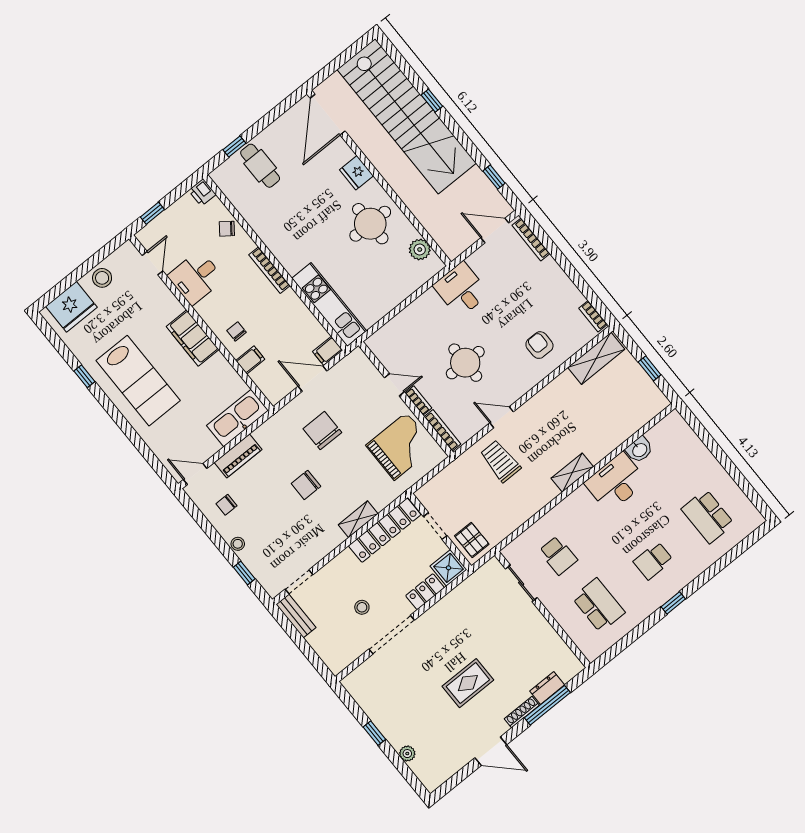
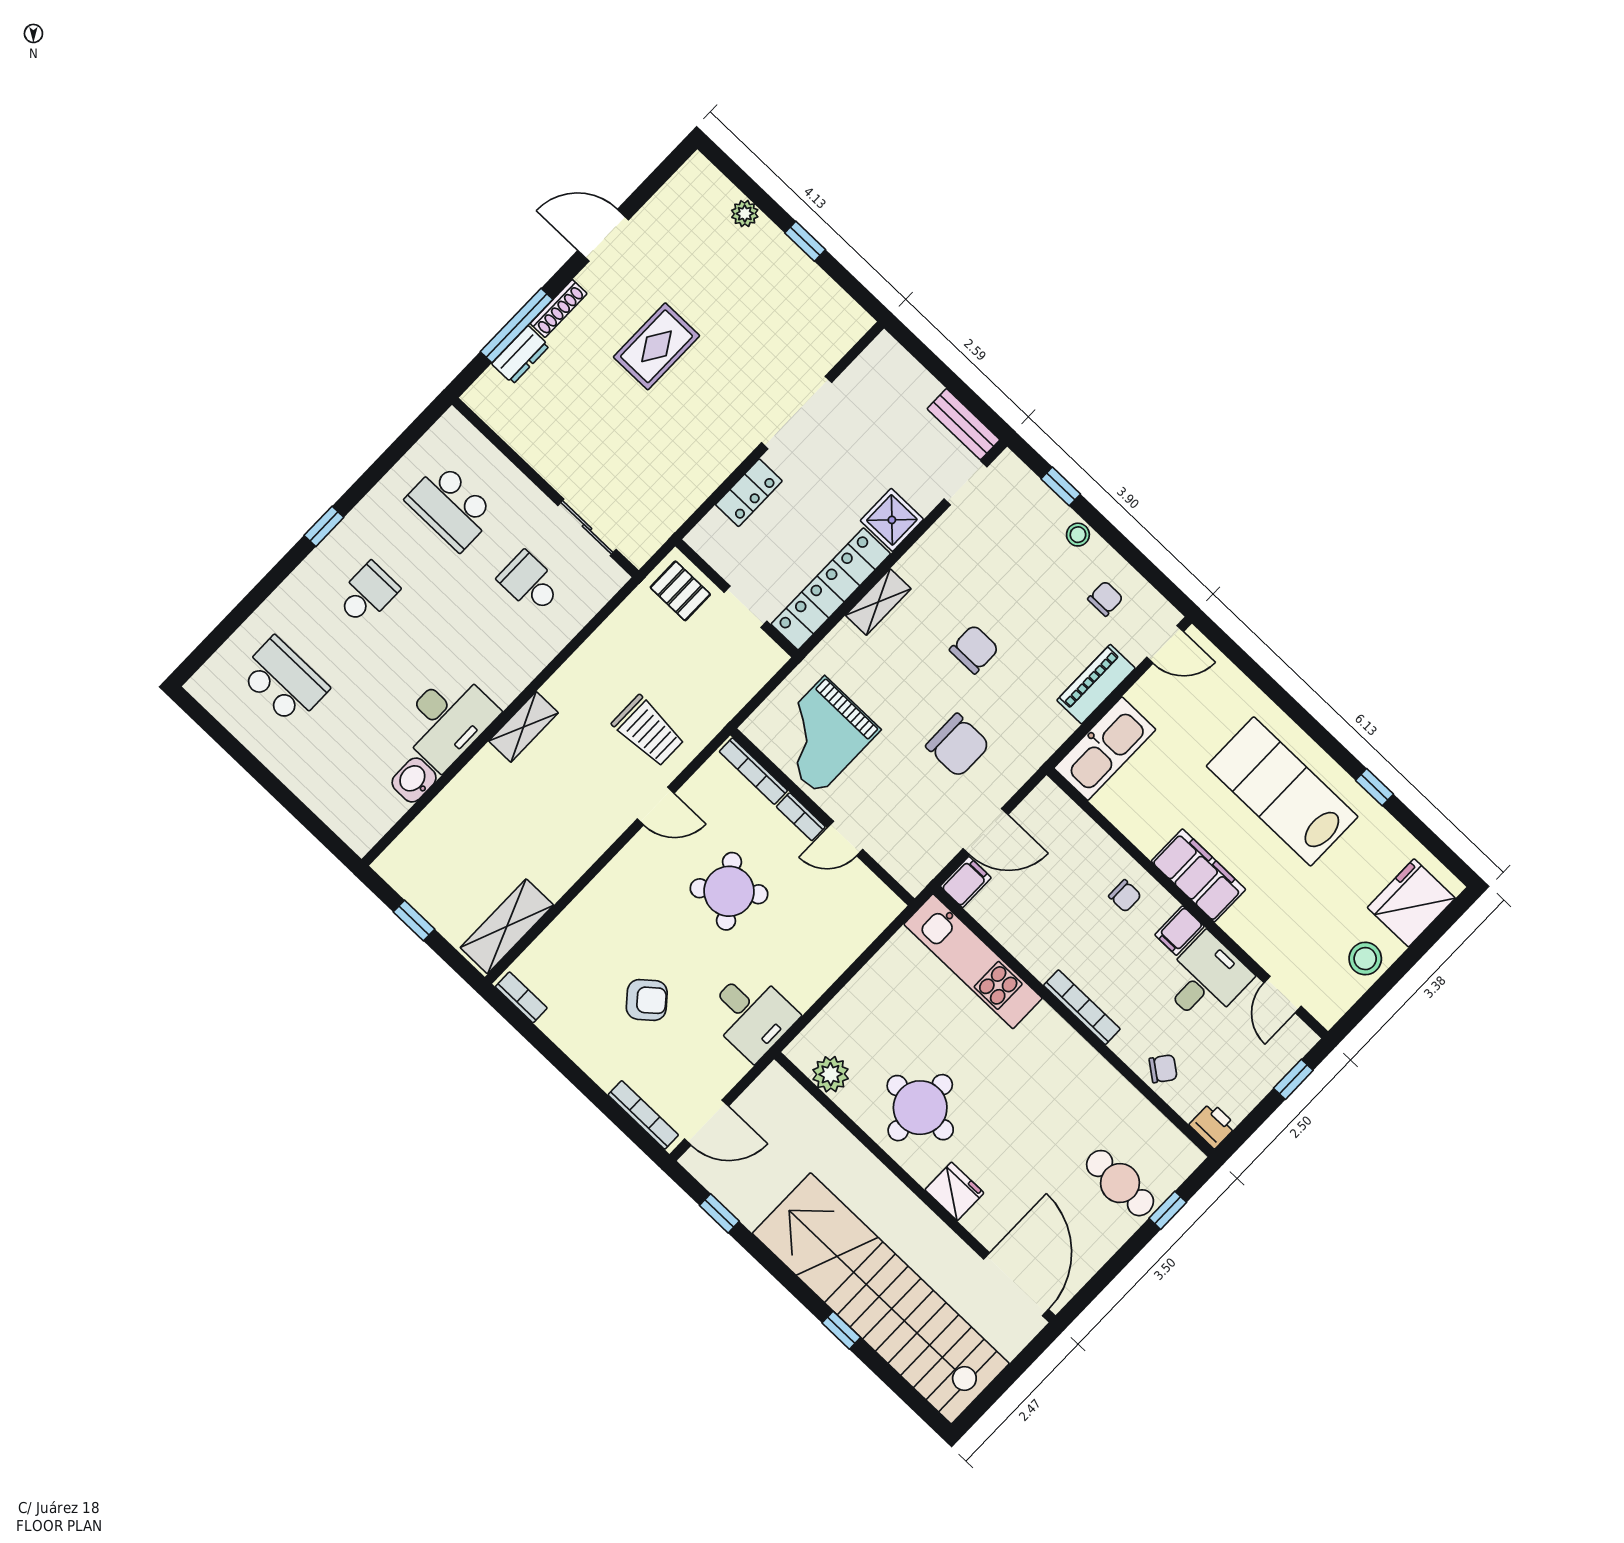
armchair: (539, 345) -> (647, 1000), moved, turned -40
filing cabinet: (250, 360) -> (1179, 931), moved
round table: (465, 363) -> (729, 891), turned -38
shower: (448, 568) -> (892, 520), moved
stool: (362, 607) -> (853, 453), removed

